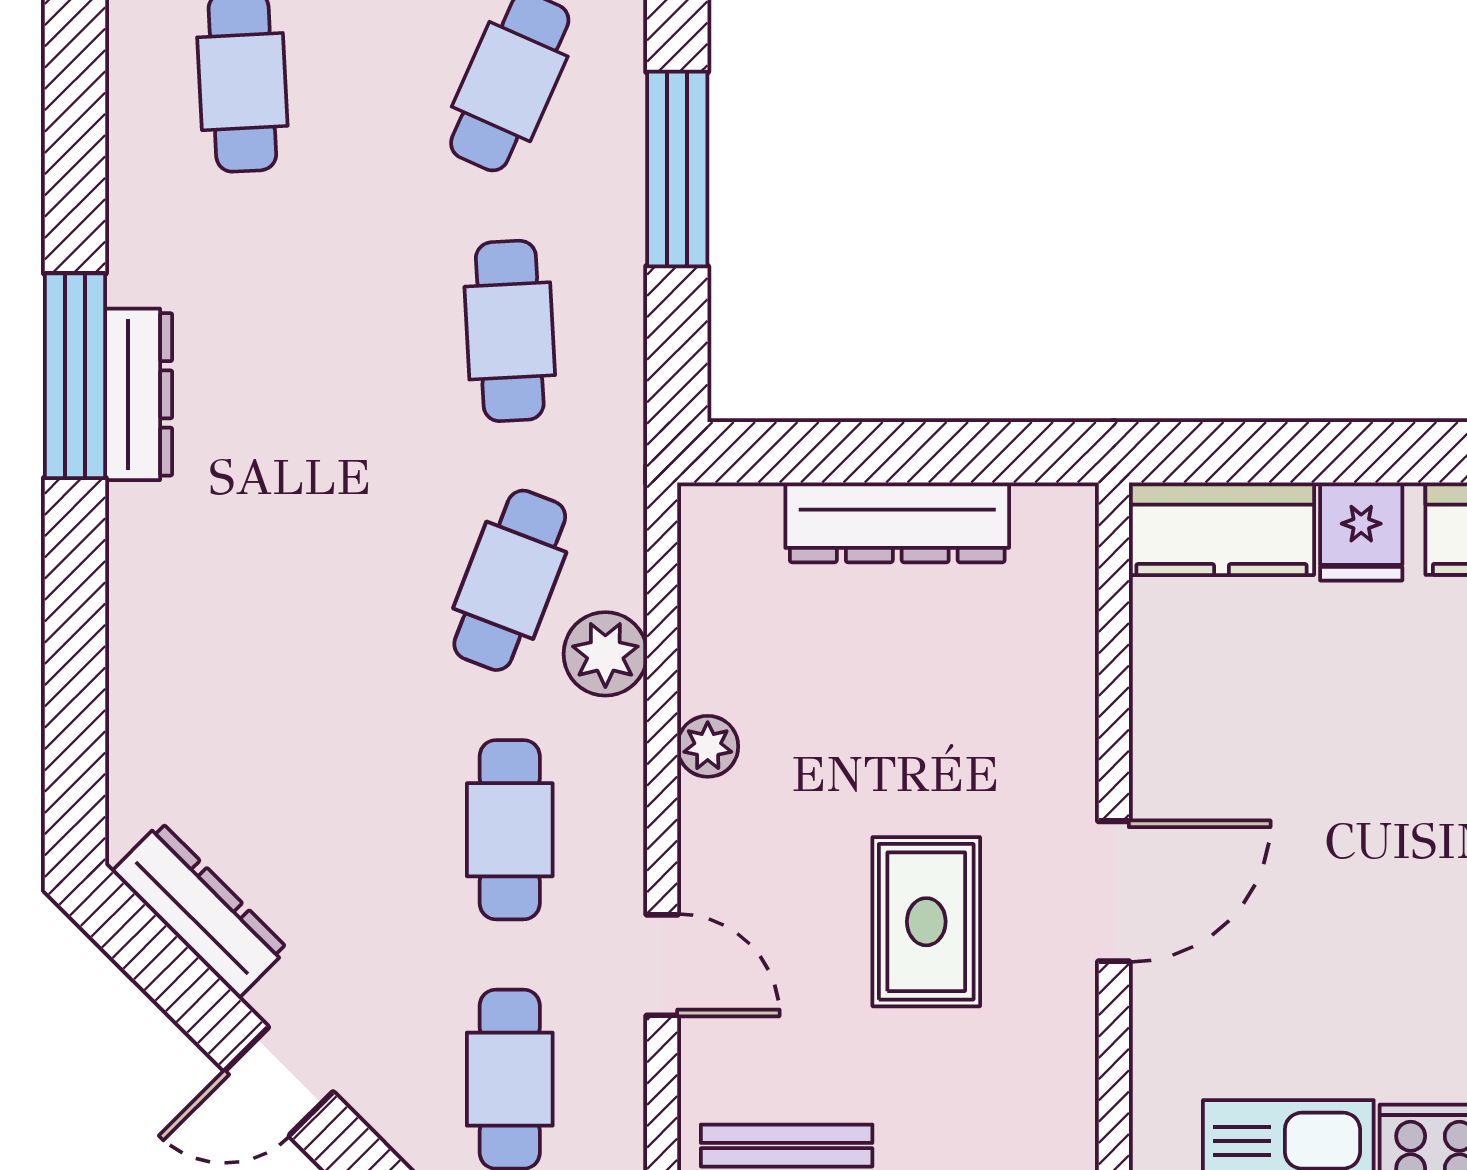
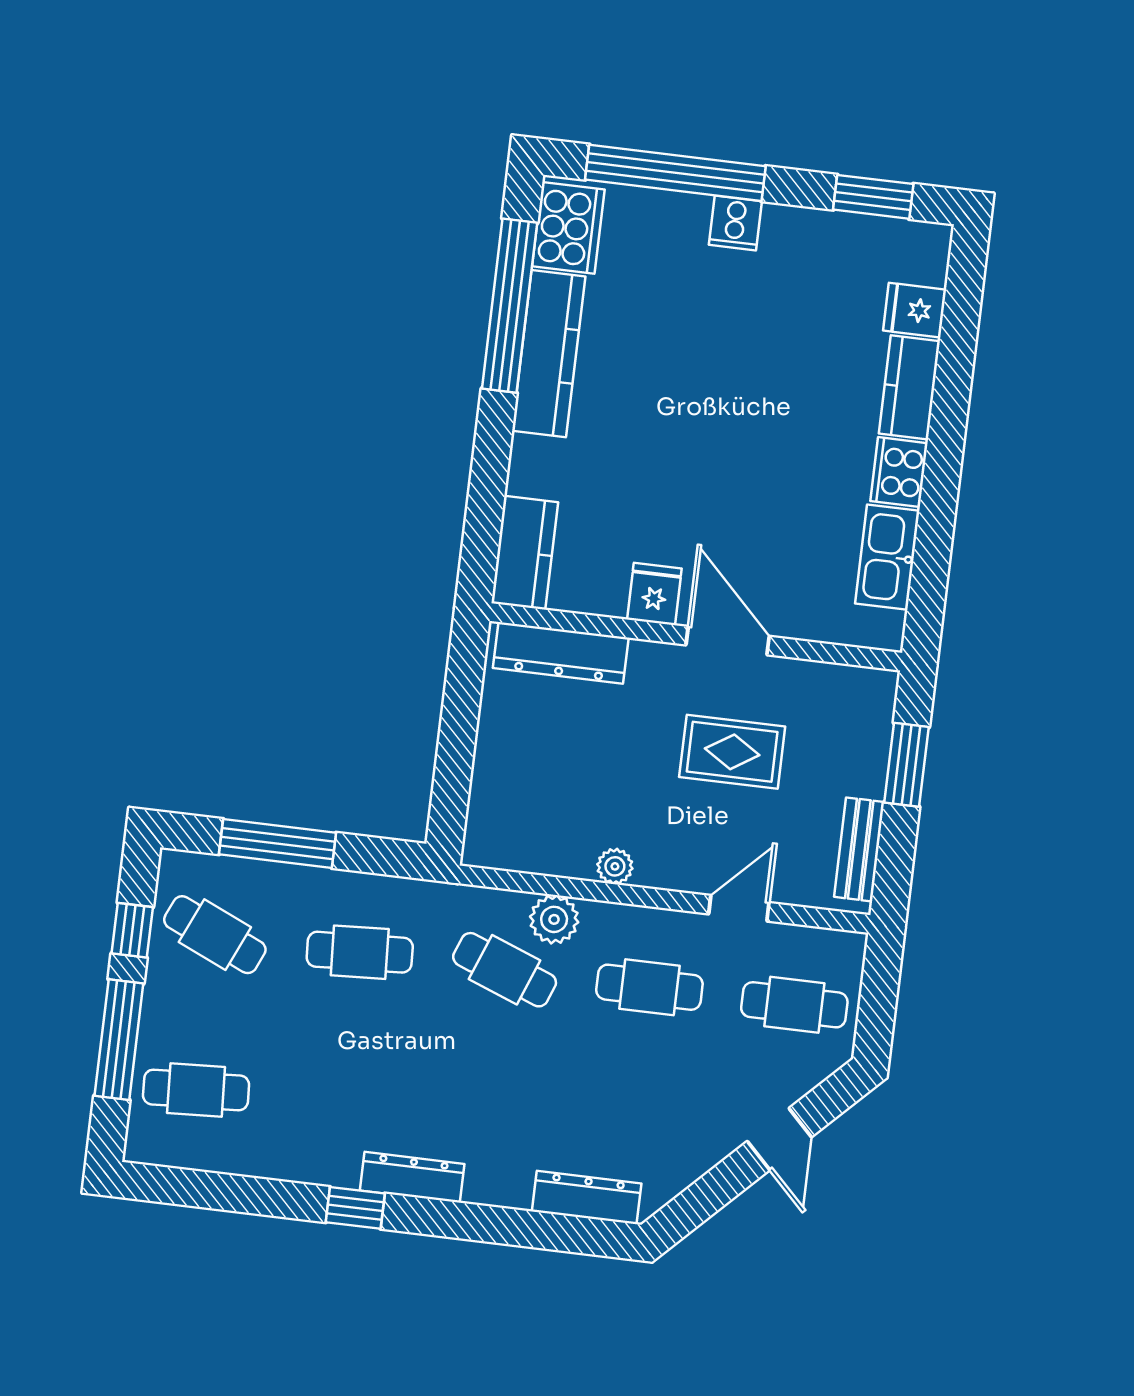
window: (75, 376) -> (355, 1208), width x0.46
dresser: (139, 394) -> (412, 1177), moved
dresser: (897, 522) -> (561, 653), moved, turned 90
fridge: (1361, 531) -> (654, 594), moved, turned -90
dresser: (200, 910) -> (587, 1197), moved, turned 45

